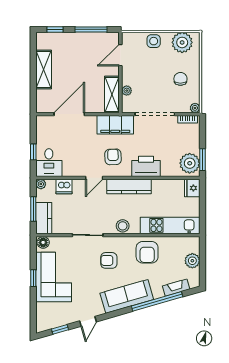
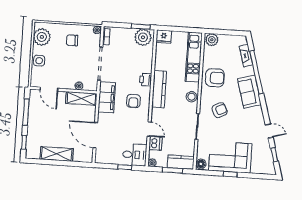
armchair: (113, 157) -> (133, 101), turned -88
printer: (146, 166) -> (146, 80), width x0.53, depth x0.68
door: (94, 178) -> (149, 129), moved
armchair: (109, 260) -> (220, 110), turned -117
plant: (192, 261) -> (212, 40), moved
sofa: (127, 296) -> (249, 92), width x0.73

